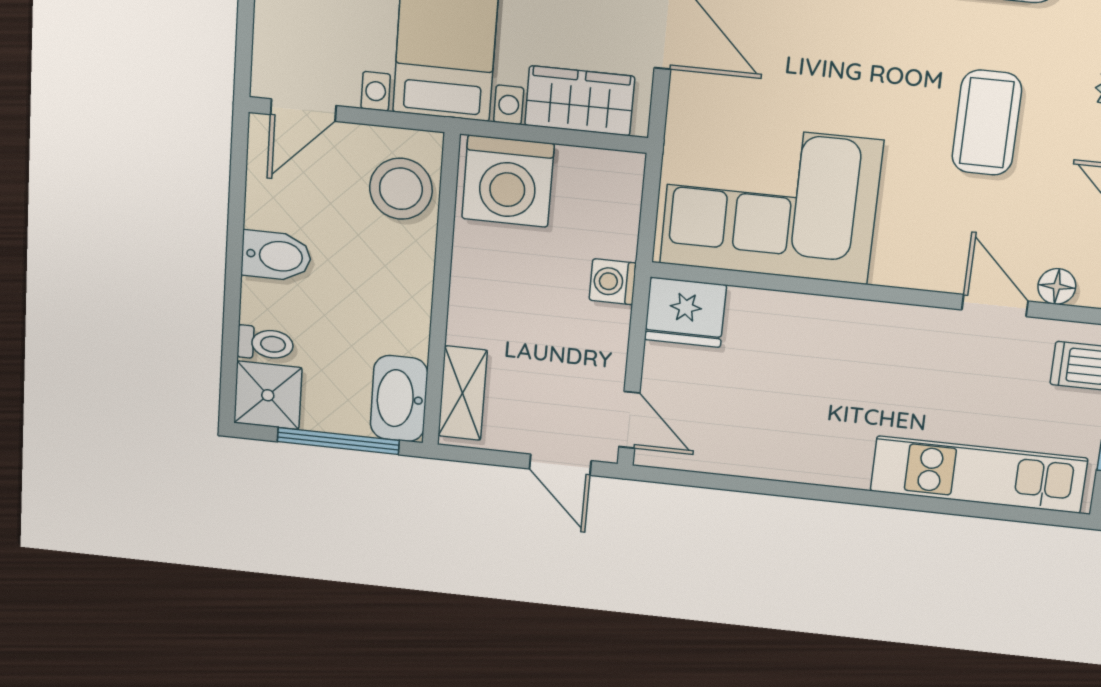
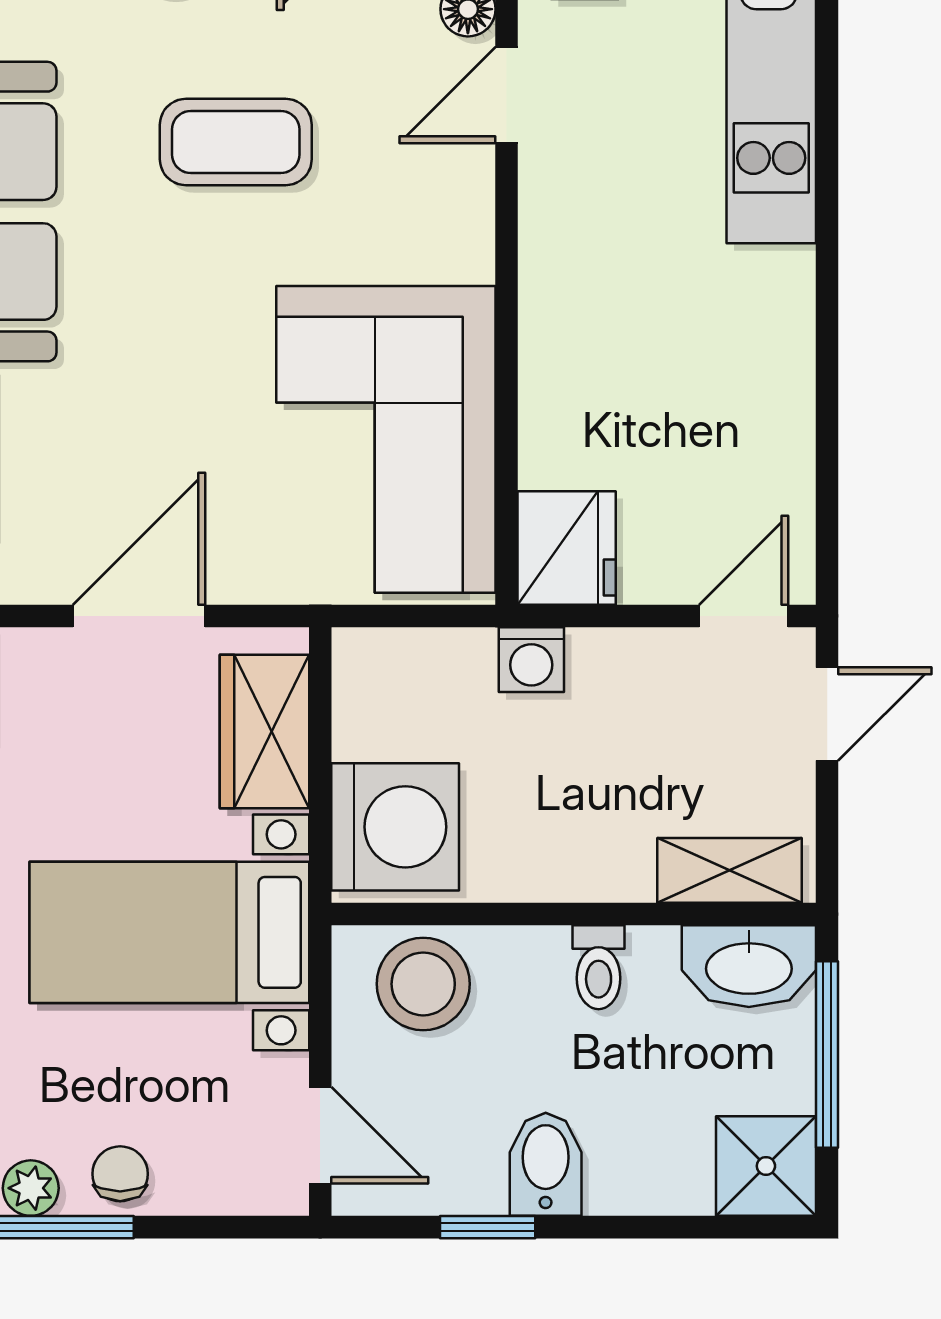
window: (236, 214) -> (488, 1227), added
toilet: (265, 343) -> (599, 967), moved, turned 180

